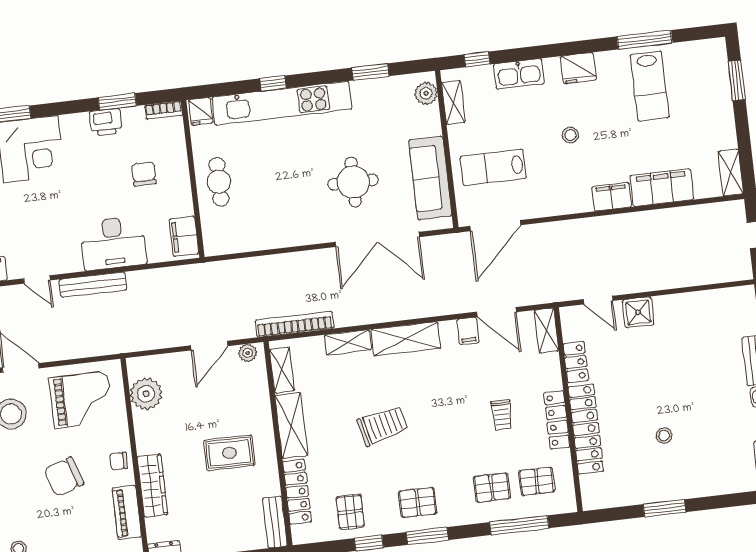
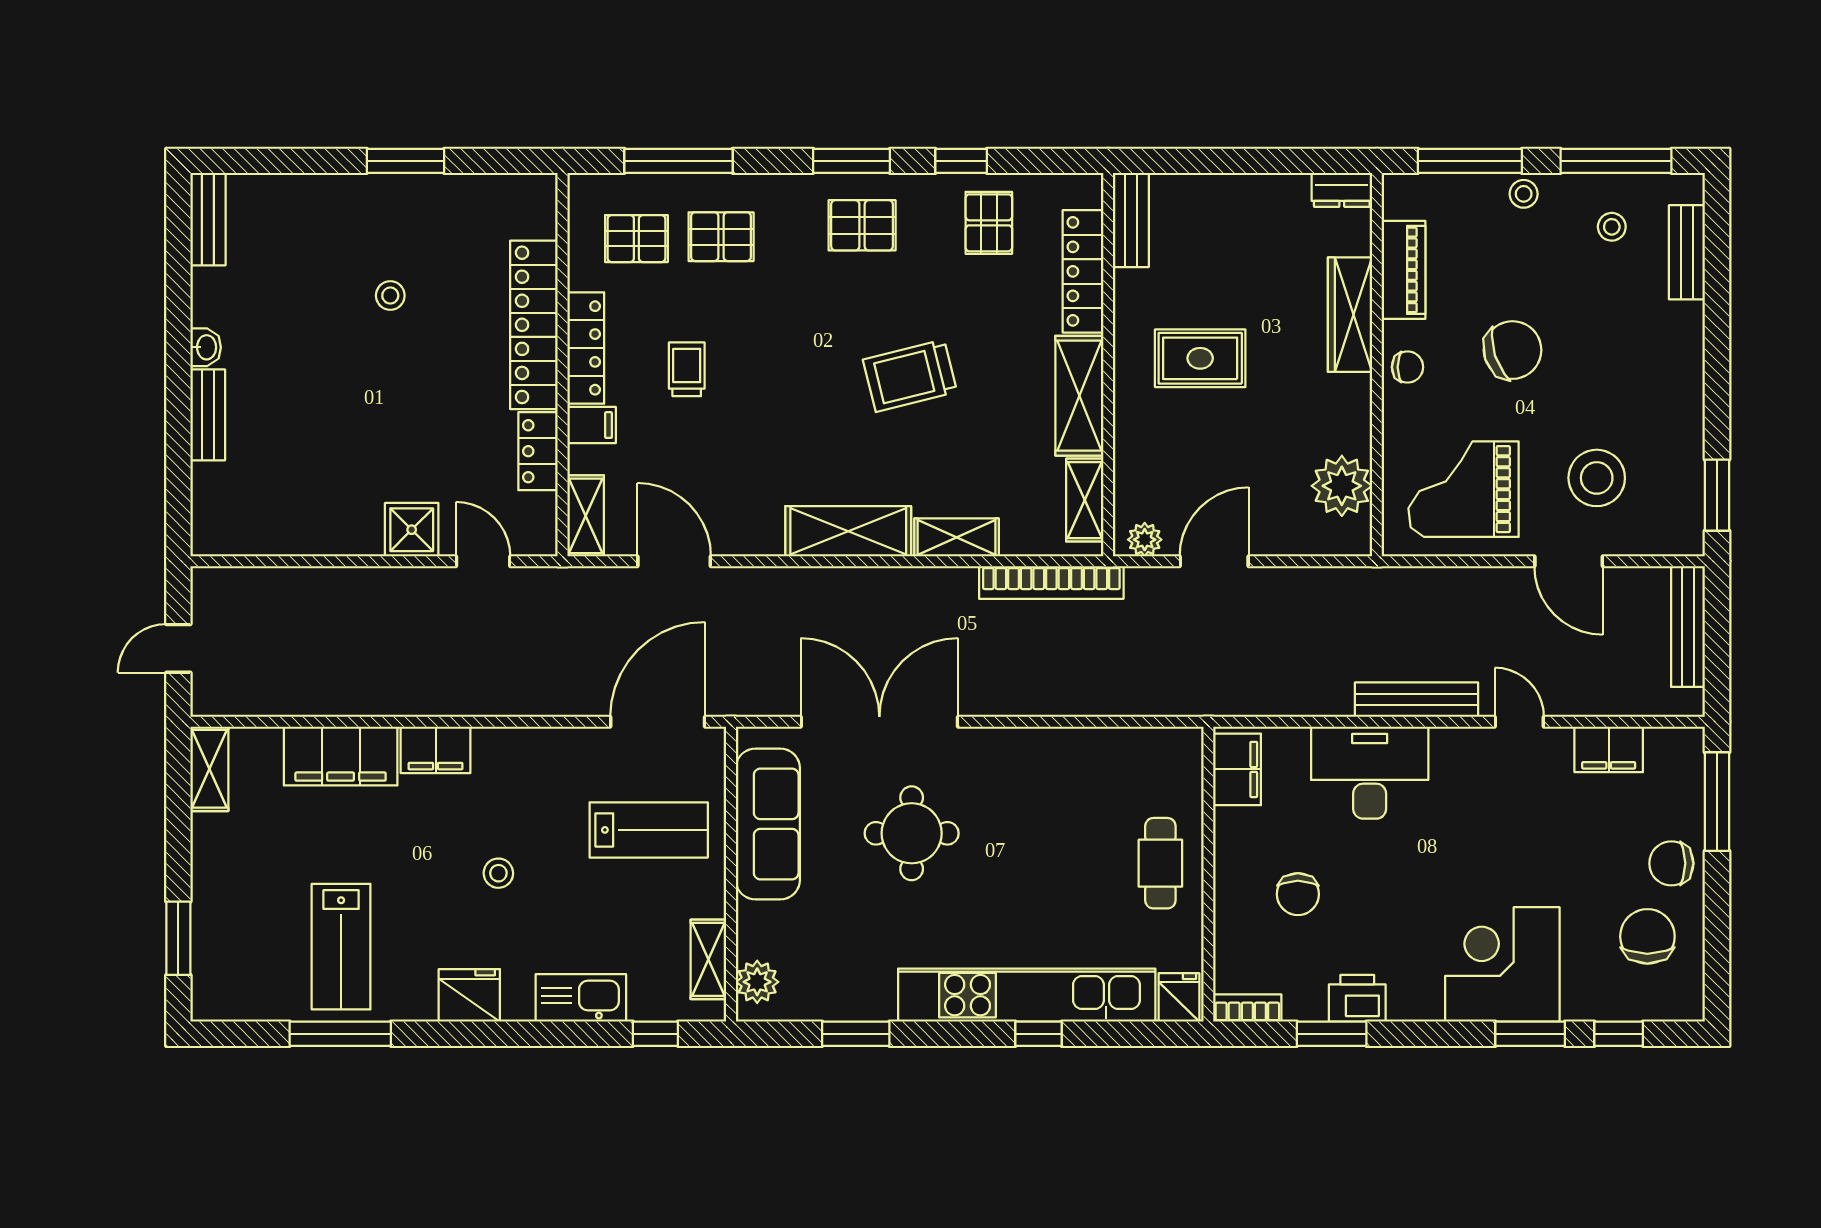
lab bench: (650, 86) -> (341, 947), turned 180
filing cabinet: (468, 331) -> (592, 425), moved, turned 90

